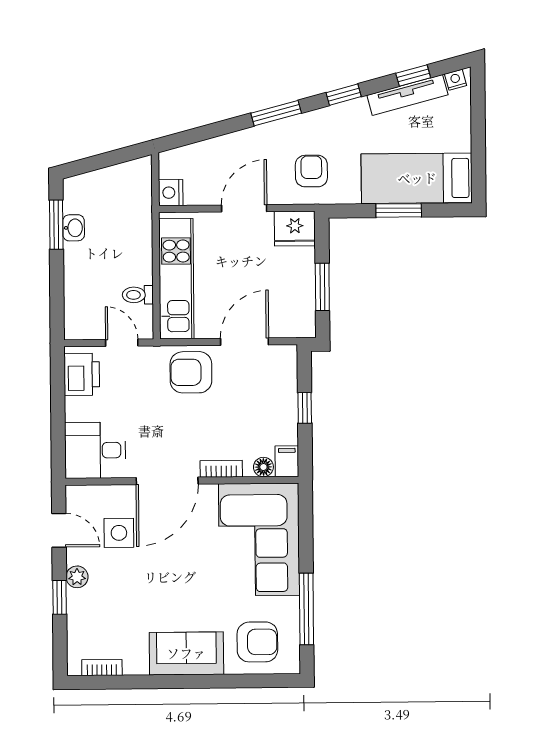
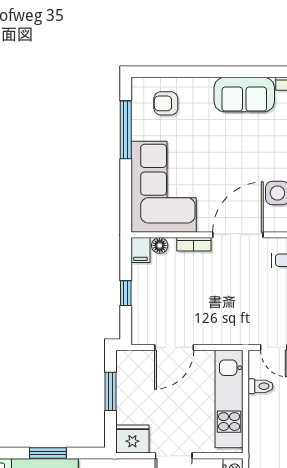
armchair: (191, 372) -> (218, 323), removed
armchair: (257, 642) -> (166, 103), width x0.72, depth x0.72
sofa: (186, 653) -> (244, 95), moved

